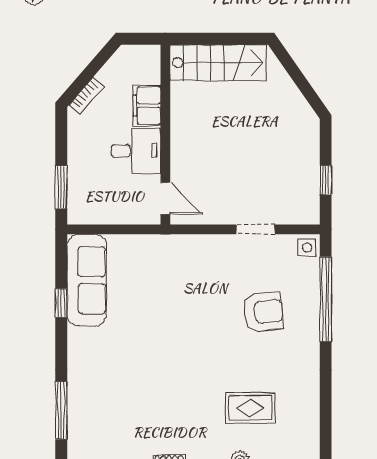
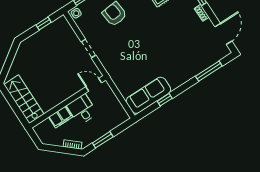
window: (61, 187) -> (103, 140), moved
door: (165, 198) -> (94, 85), hinge flipped
doorway: (256, 229) -> (88, 48), moved

